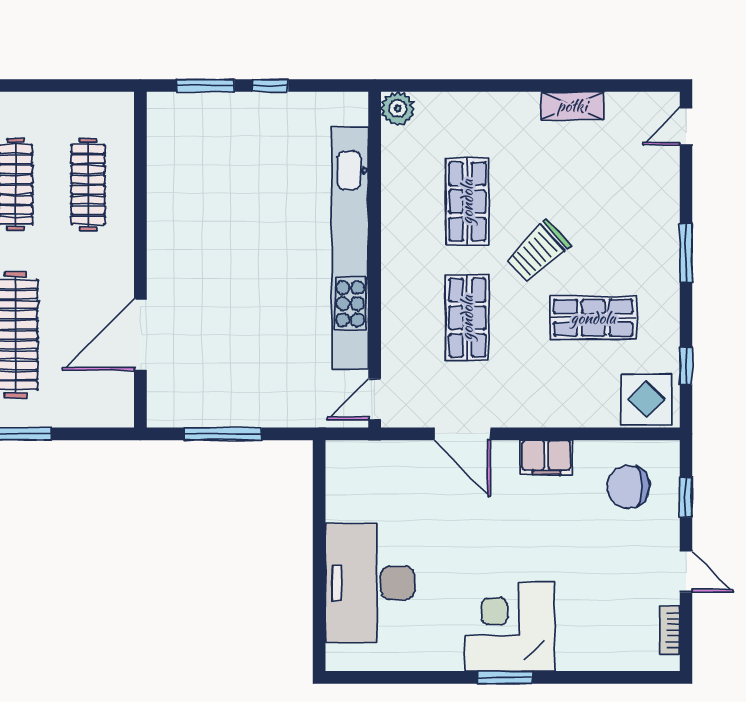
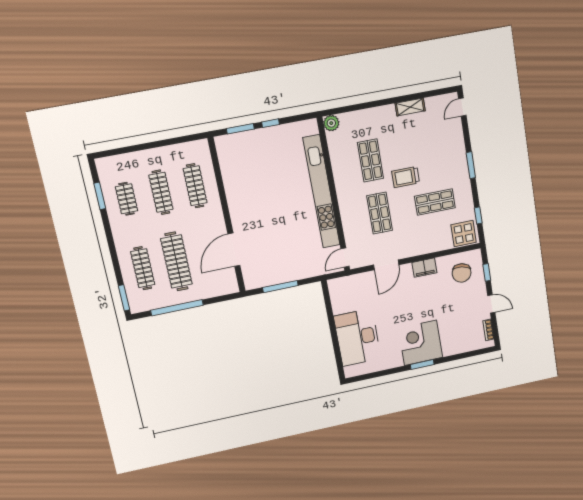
trolley: (538, 251) -> (406, 177), turned 42
door: (462, 434) -> (386, 265), hinge flipped
chair: (628, 487) -> (462, 273), turned -81

